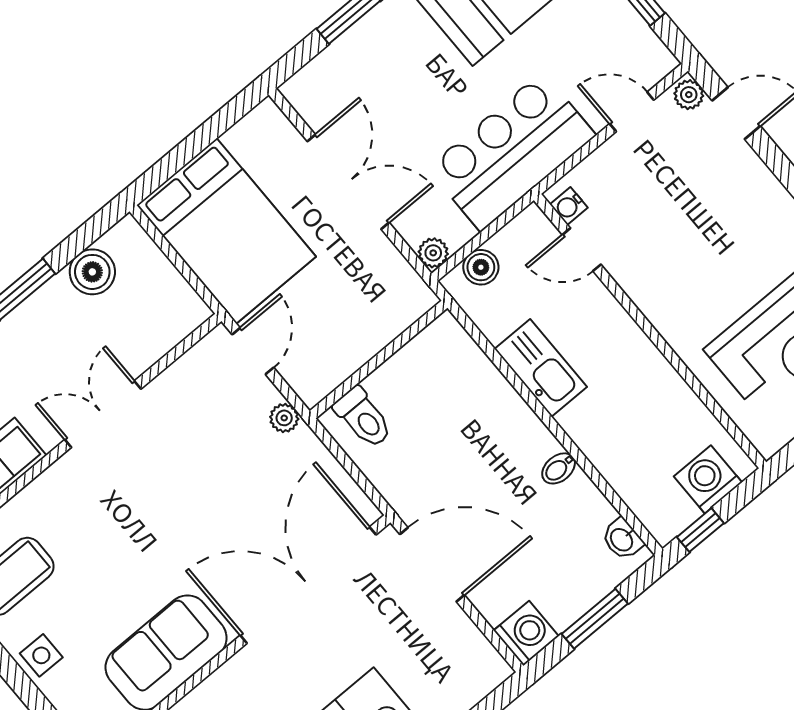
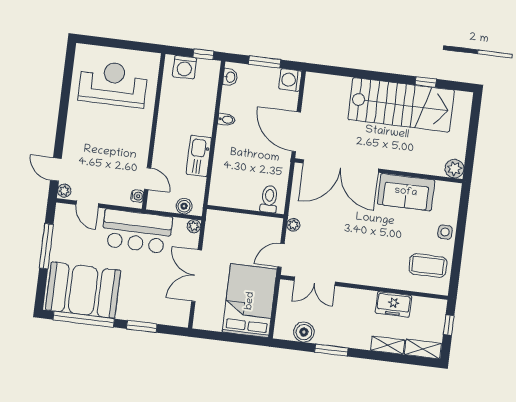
double door: (103, 414) -> (315, 281), moved

